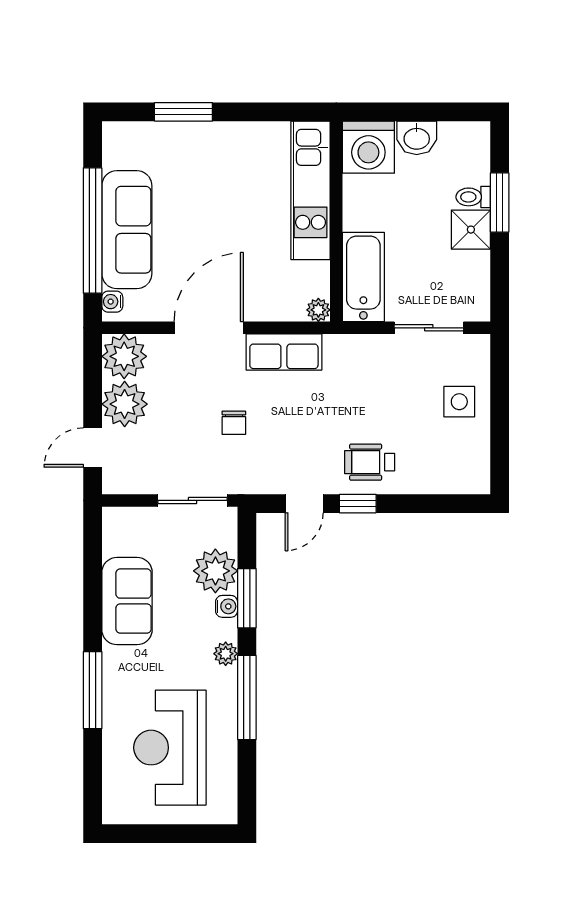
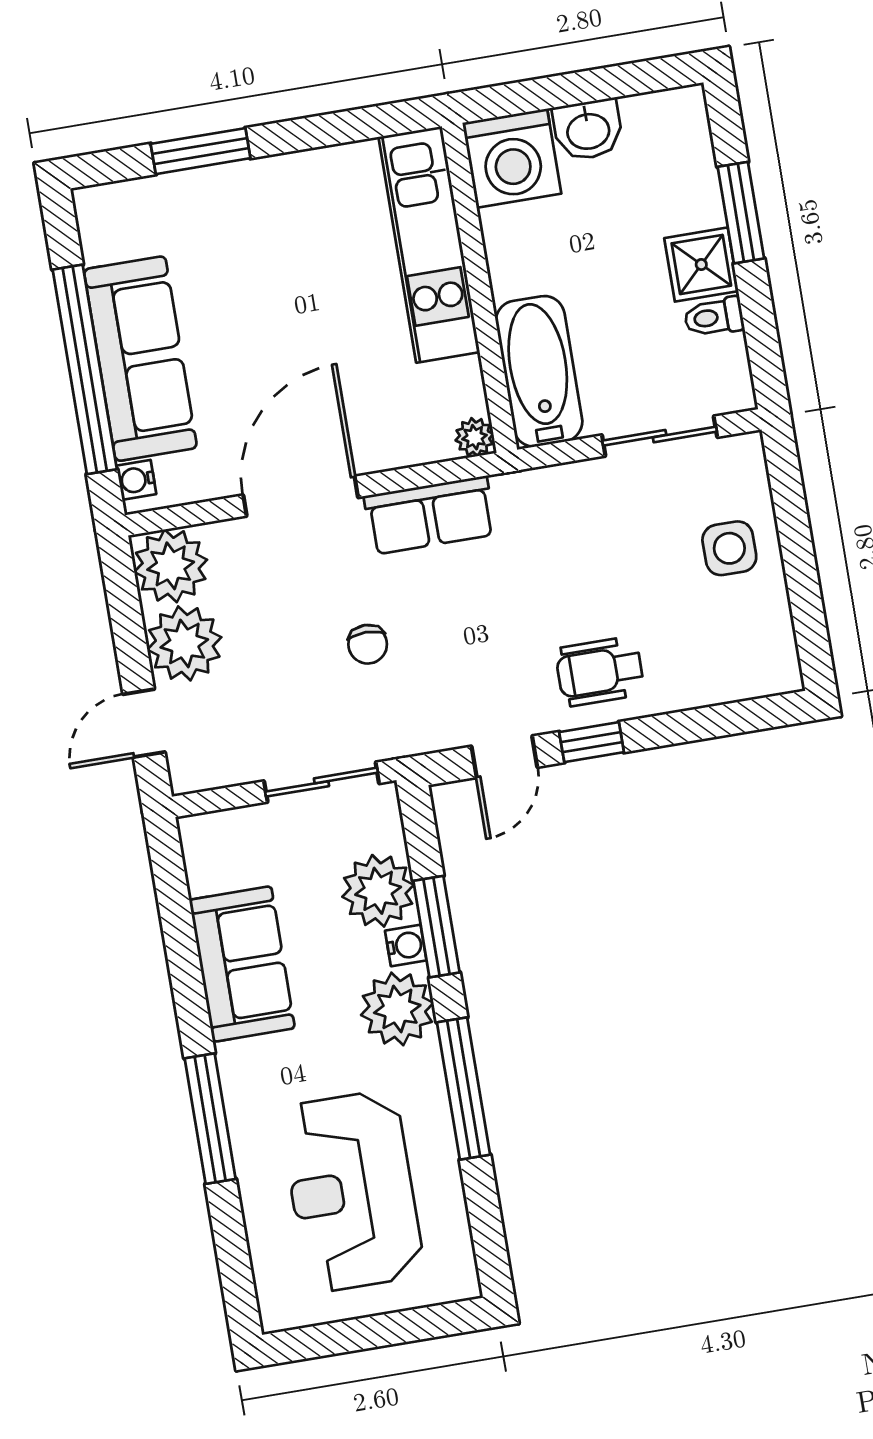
toilet: (473, 197) -> (714, 317), moved
plant: (226, 654) -> (397, 1009), width x1.88, depth x1.88

